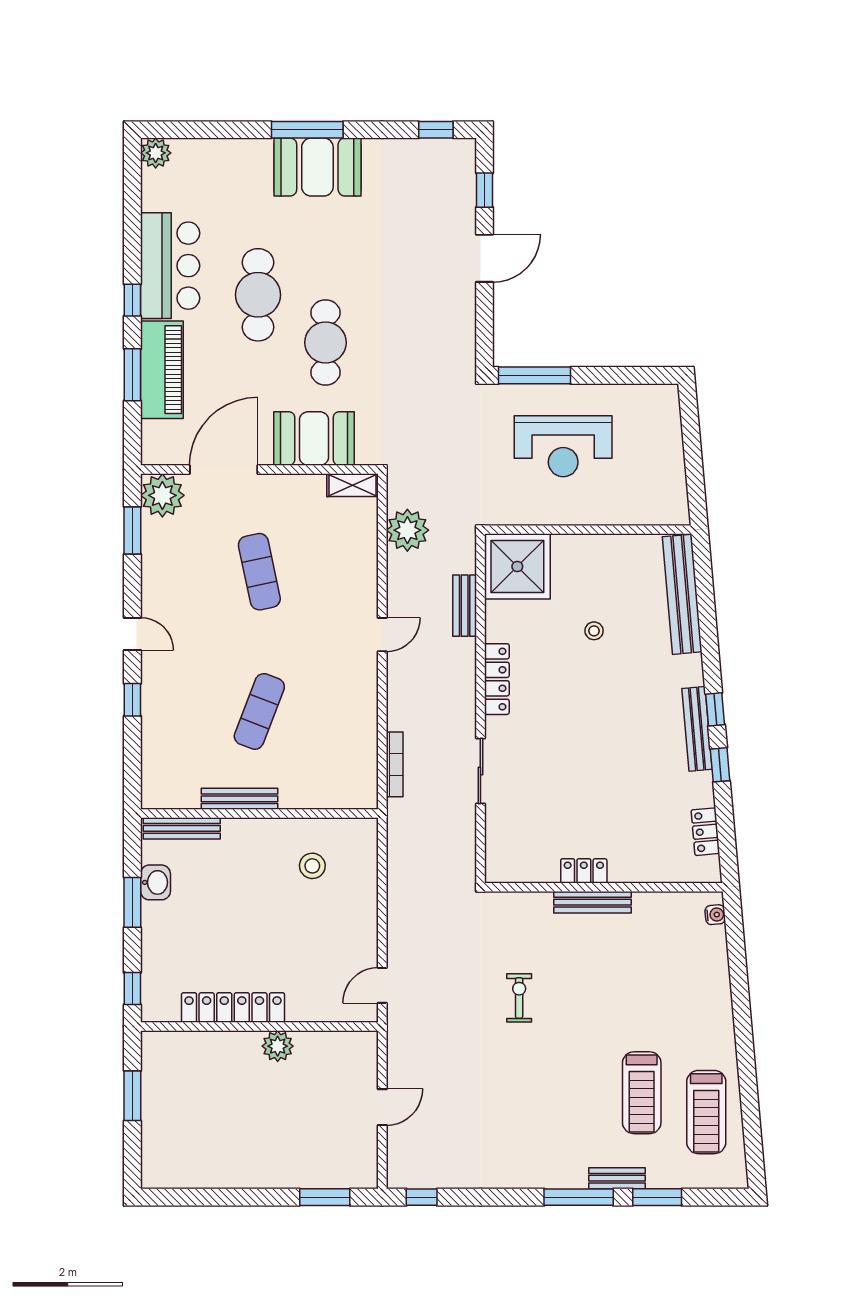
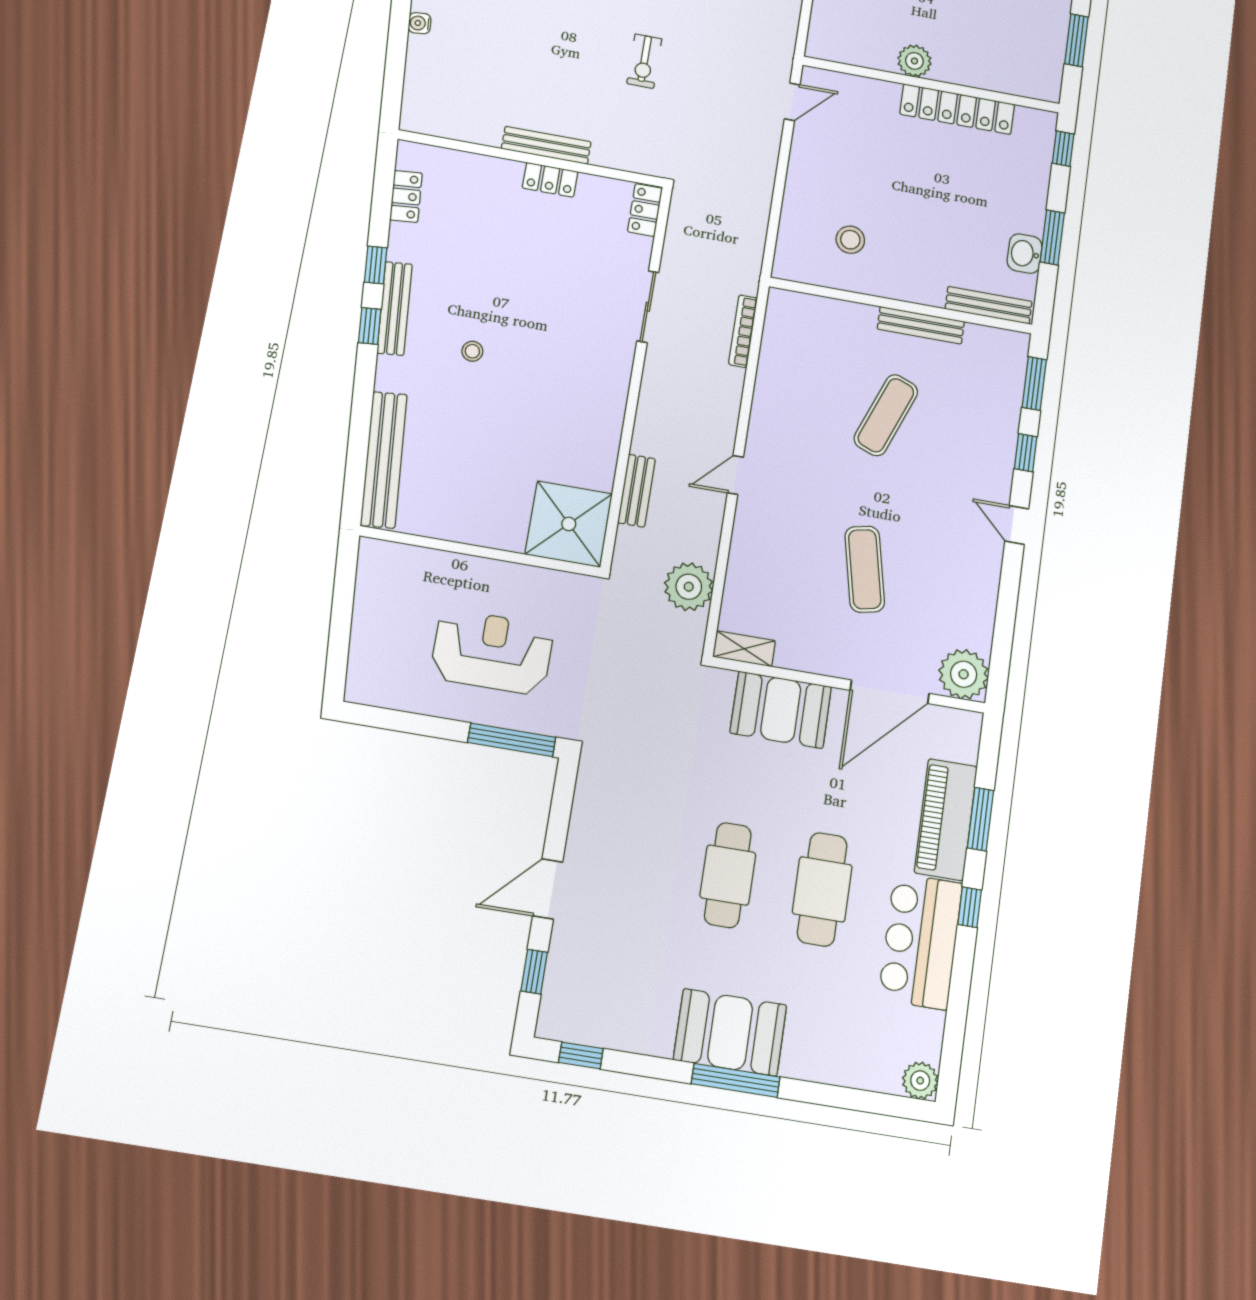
cafe table: (326, 343) -> (728, 875), moved
window: (132, 531) -> (1034, 383), moved
stool: (594, 631) -> (472, 351), moved
locker: (497, 679) -> (645, 210), moved, width x0.66
water cooler: (715, 915) -> (420, 23), moved

